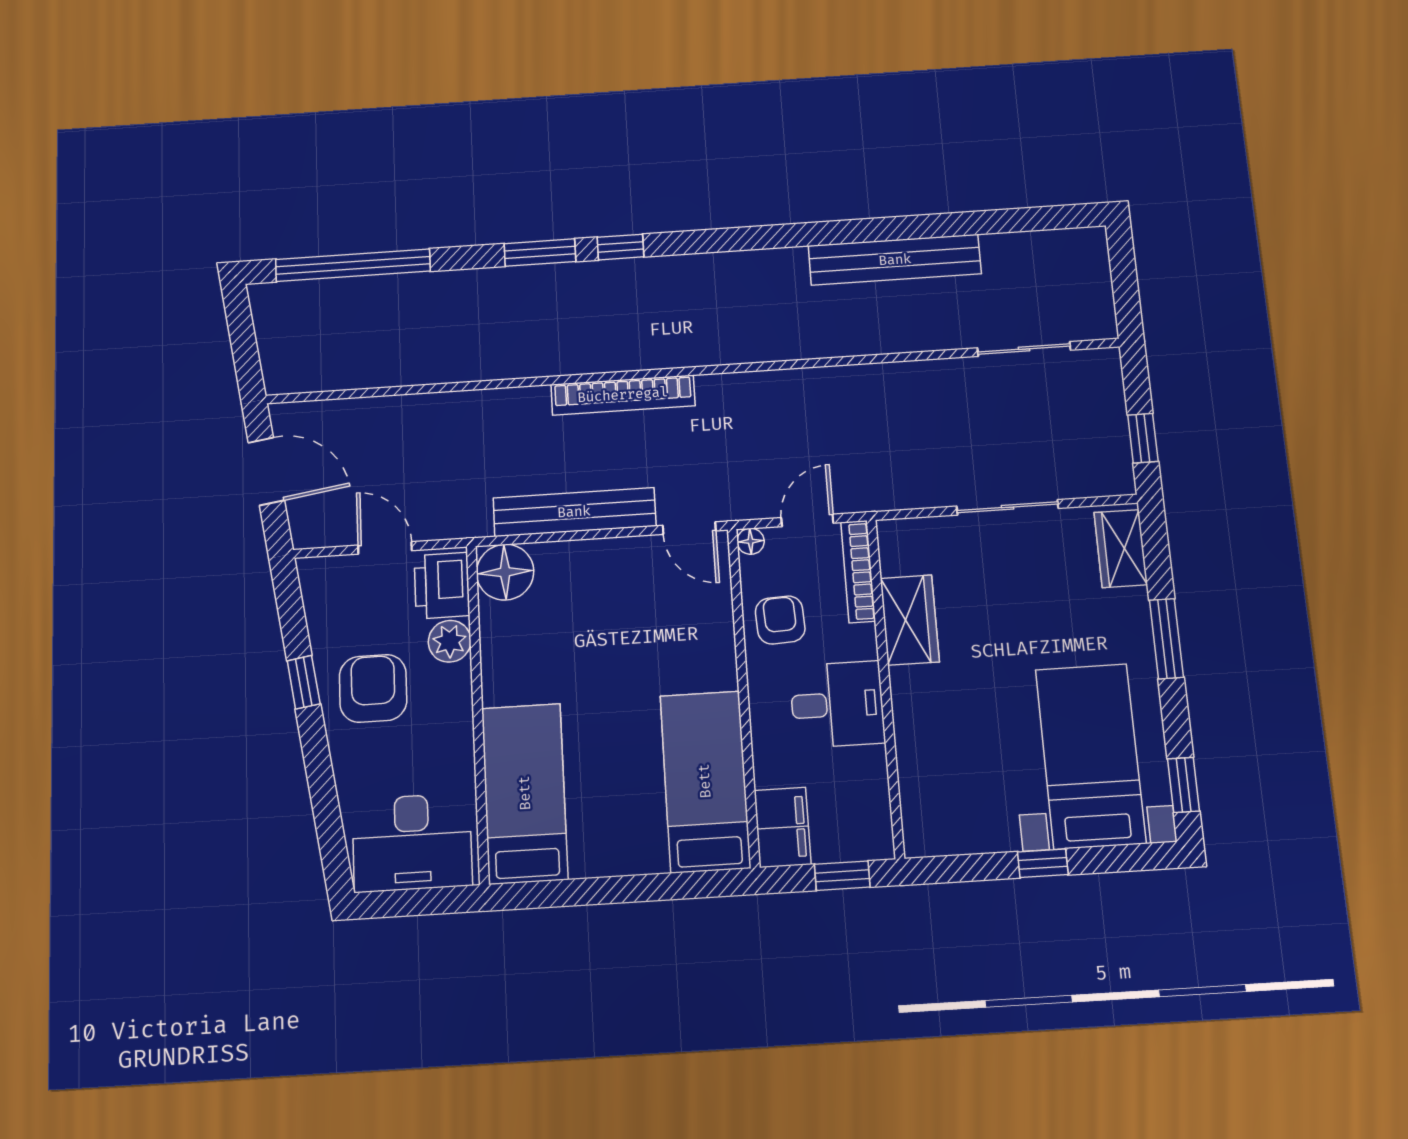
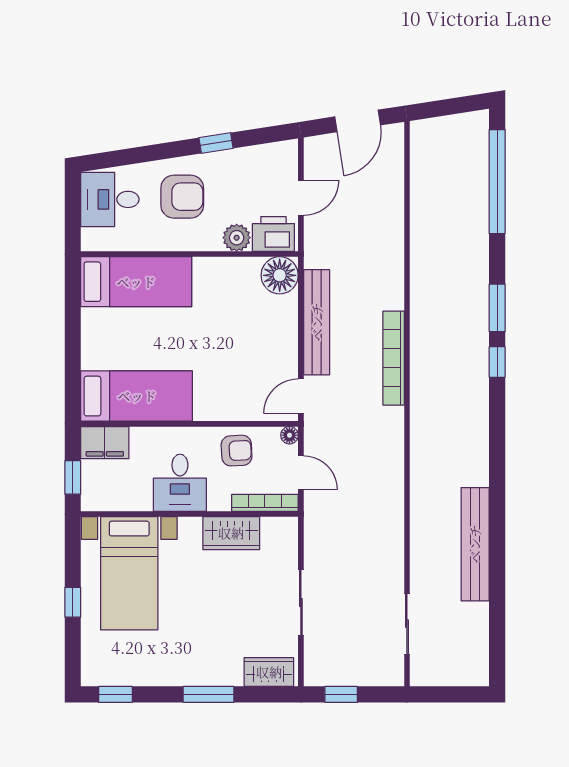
armchair: (373, 688) -> (182, 197), moved
bed with nightstands: (1090, 756) -> (129, 573), moved, turned 90
desk: (412, 842) -> (110, 199), width x0.73

